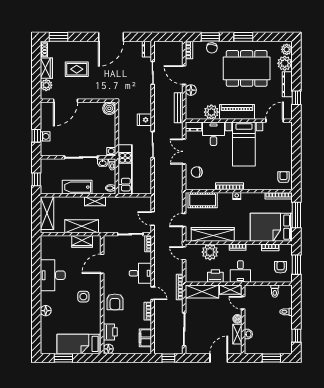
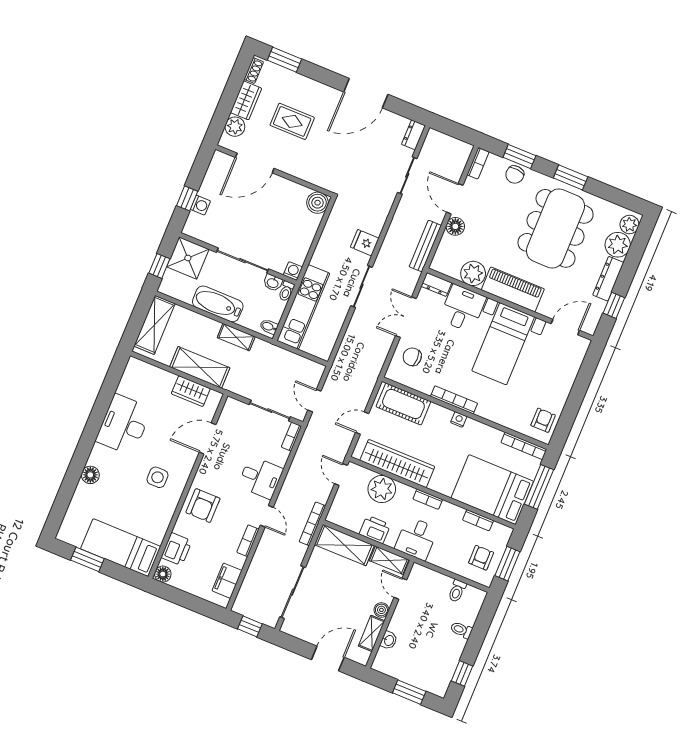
dining table: (247, 68) -> (556, 228), turned 90
shower: (50, 168) -> (188, 258), added

